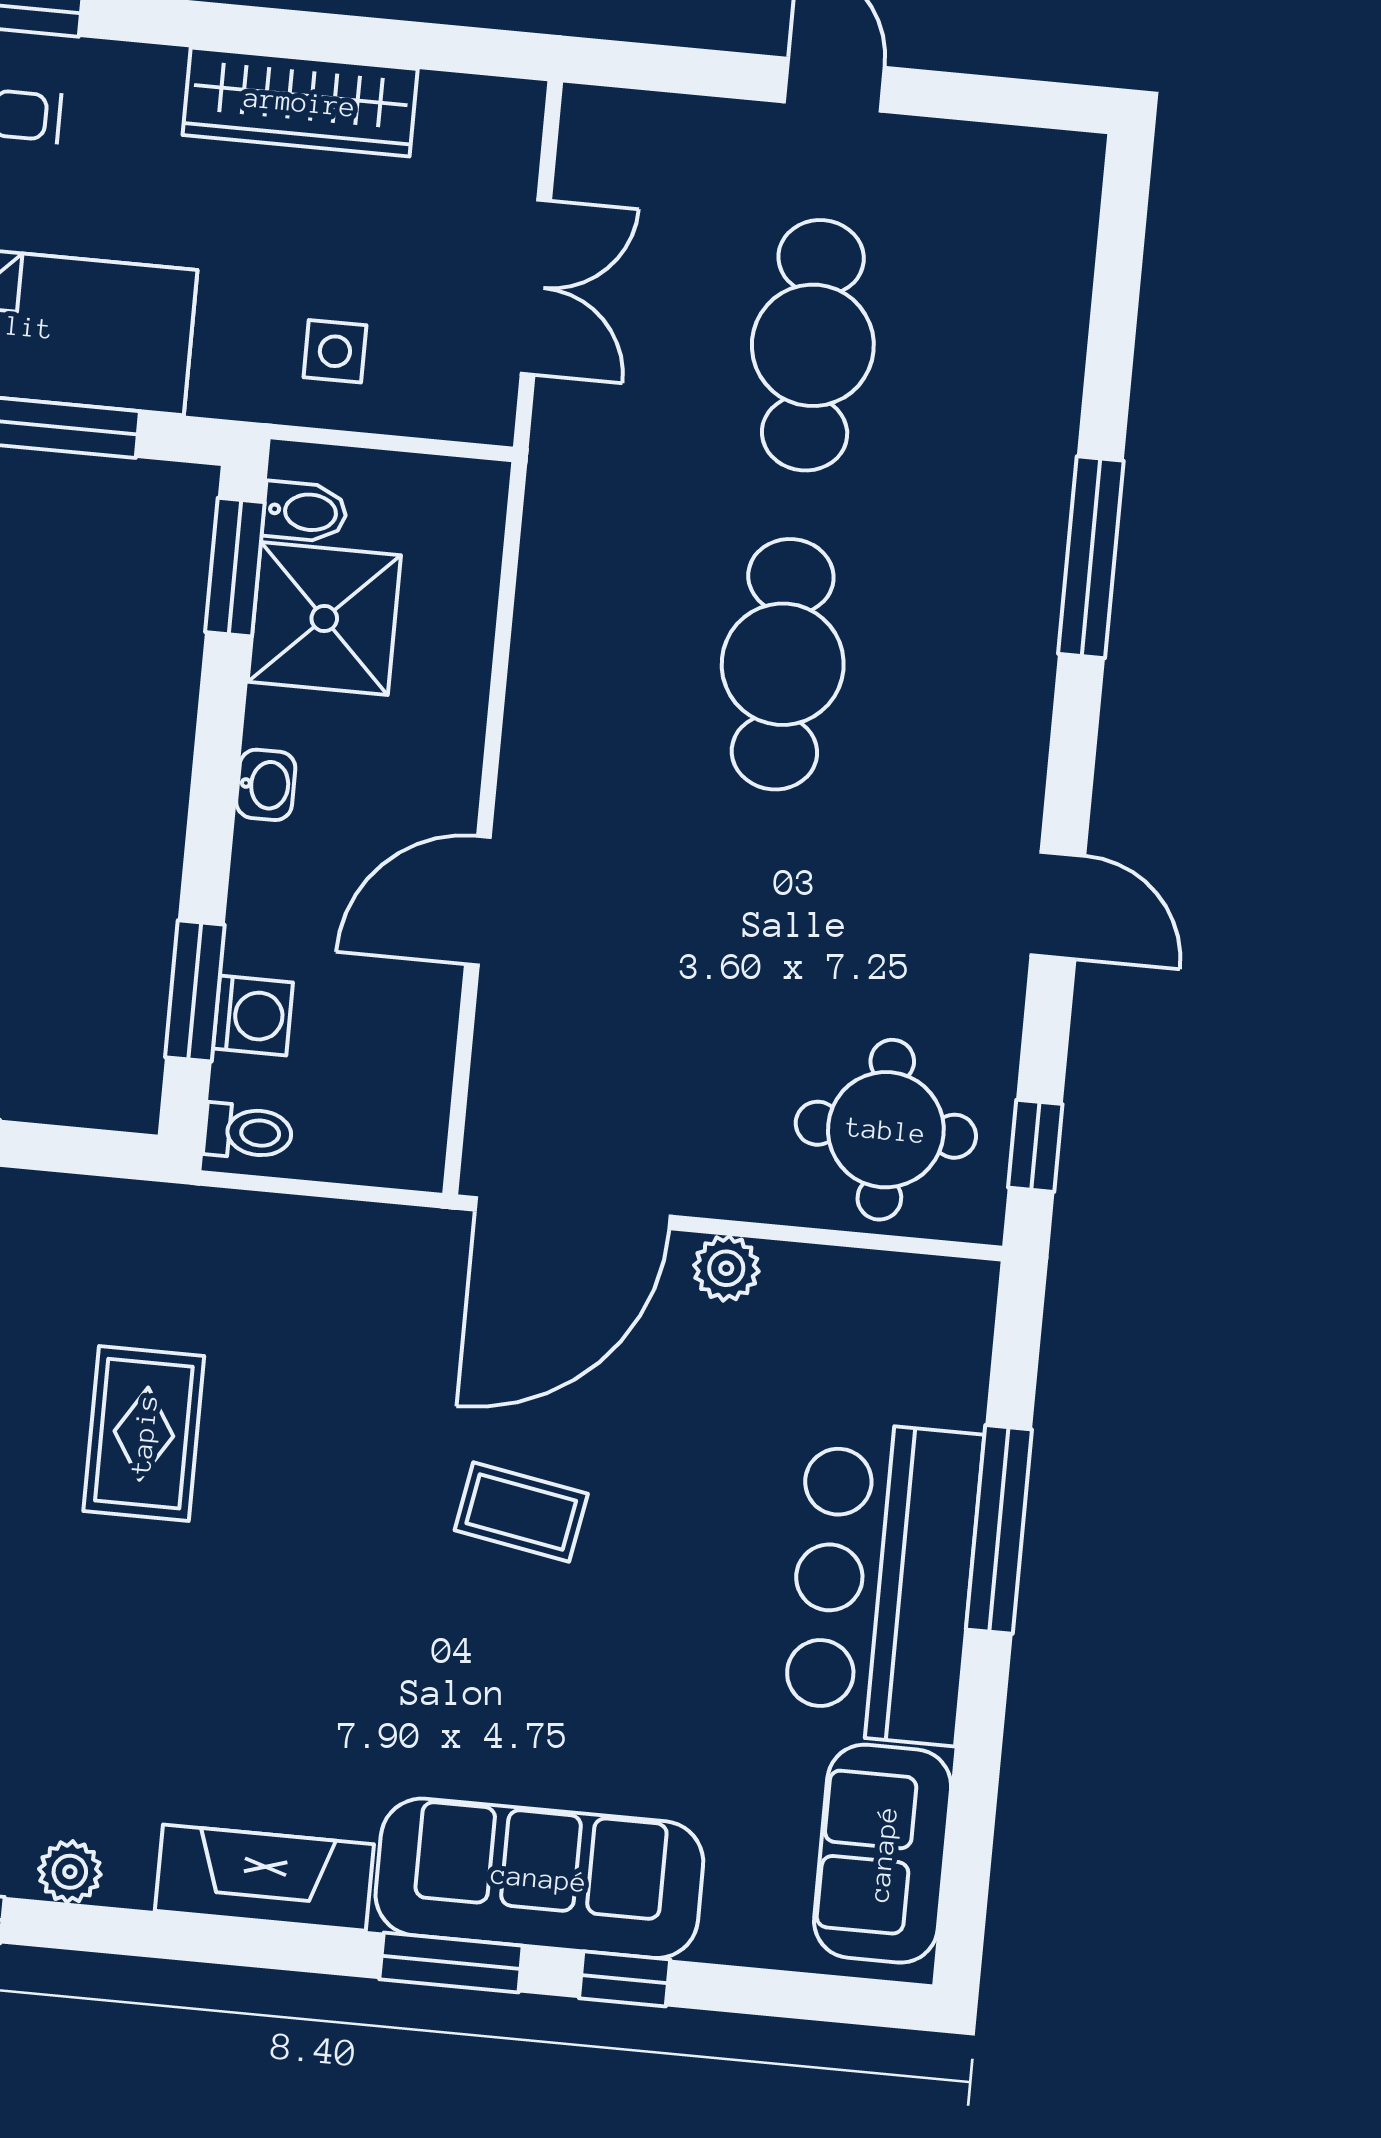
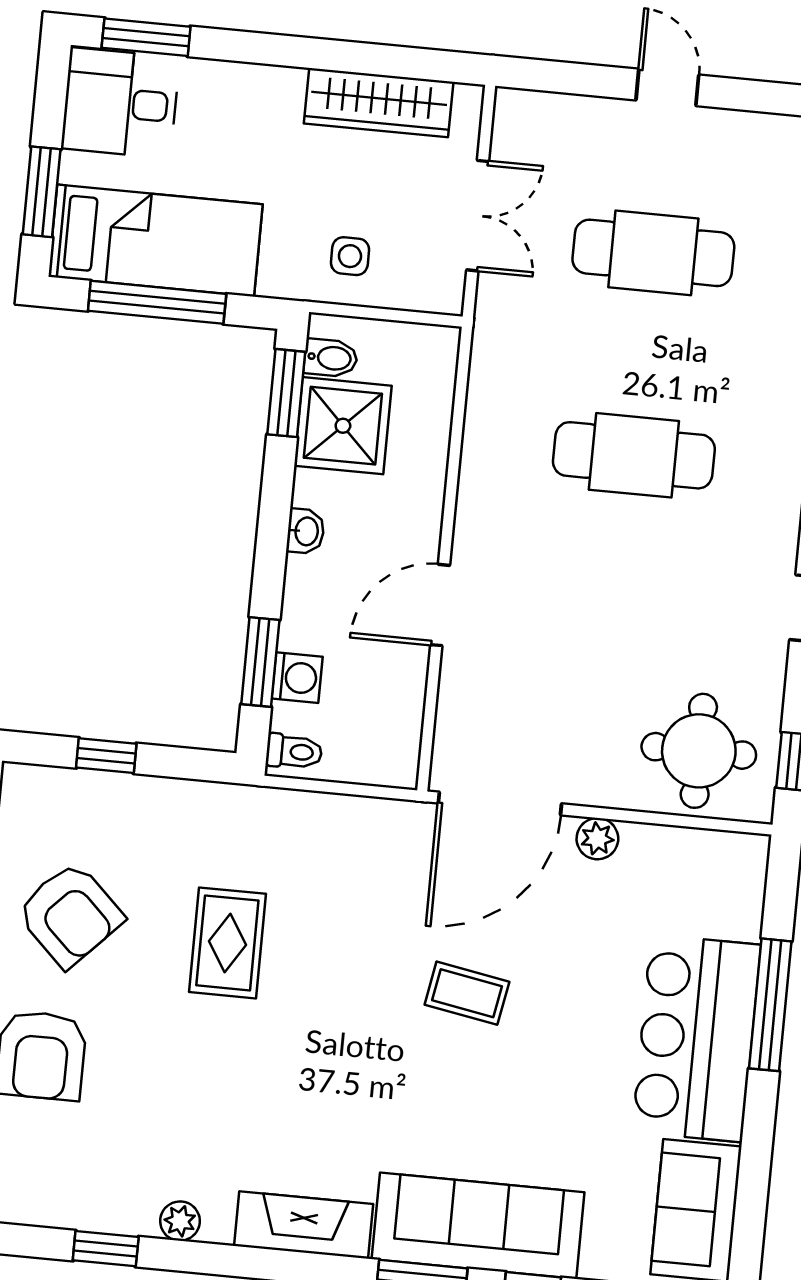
wardrobe: (300, 102) -> (379, 103), moved
cafe table: (813, 345) -> (653, 253), turned 90
cafe table: (783, 664) -> (634, 455), turned 90

